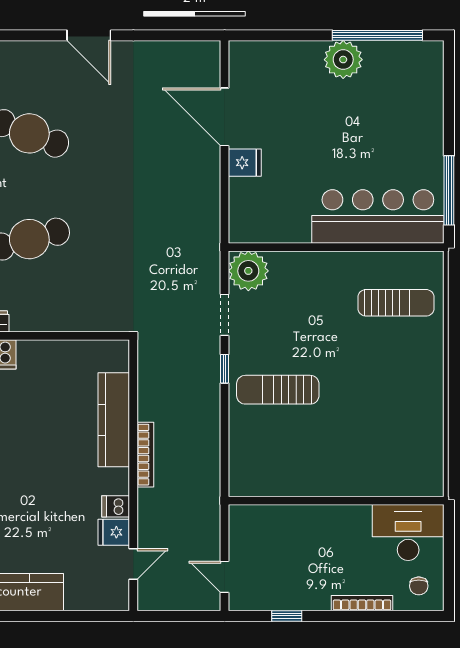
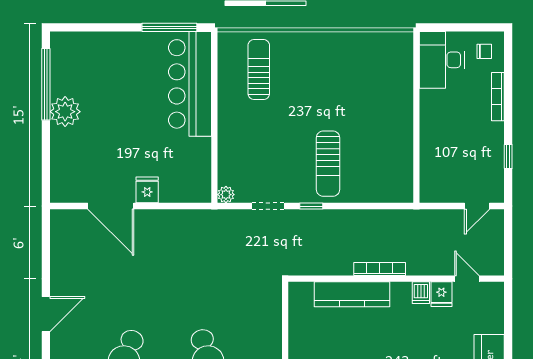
door: (225, 117) -> (111, 206), hinge flipped
plant: (248, 271) -> (226, 195), width x0.53, depth x0.53

